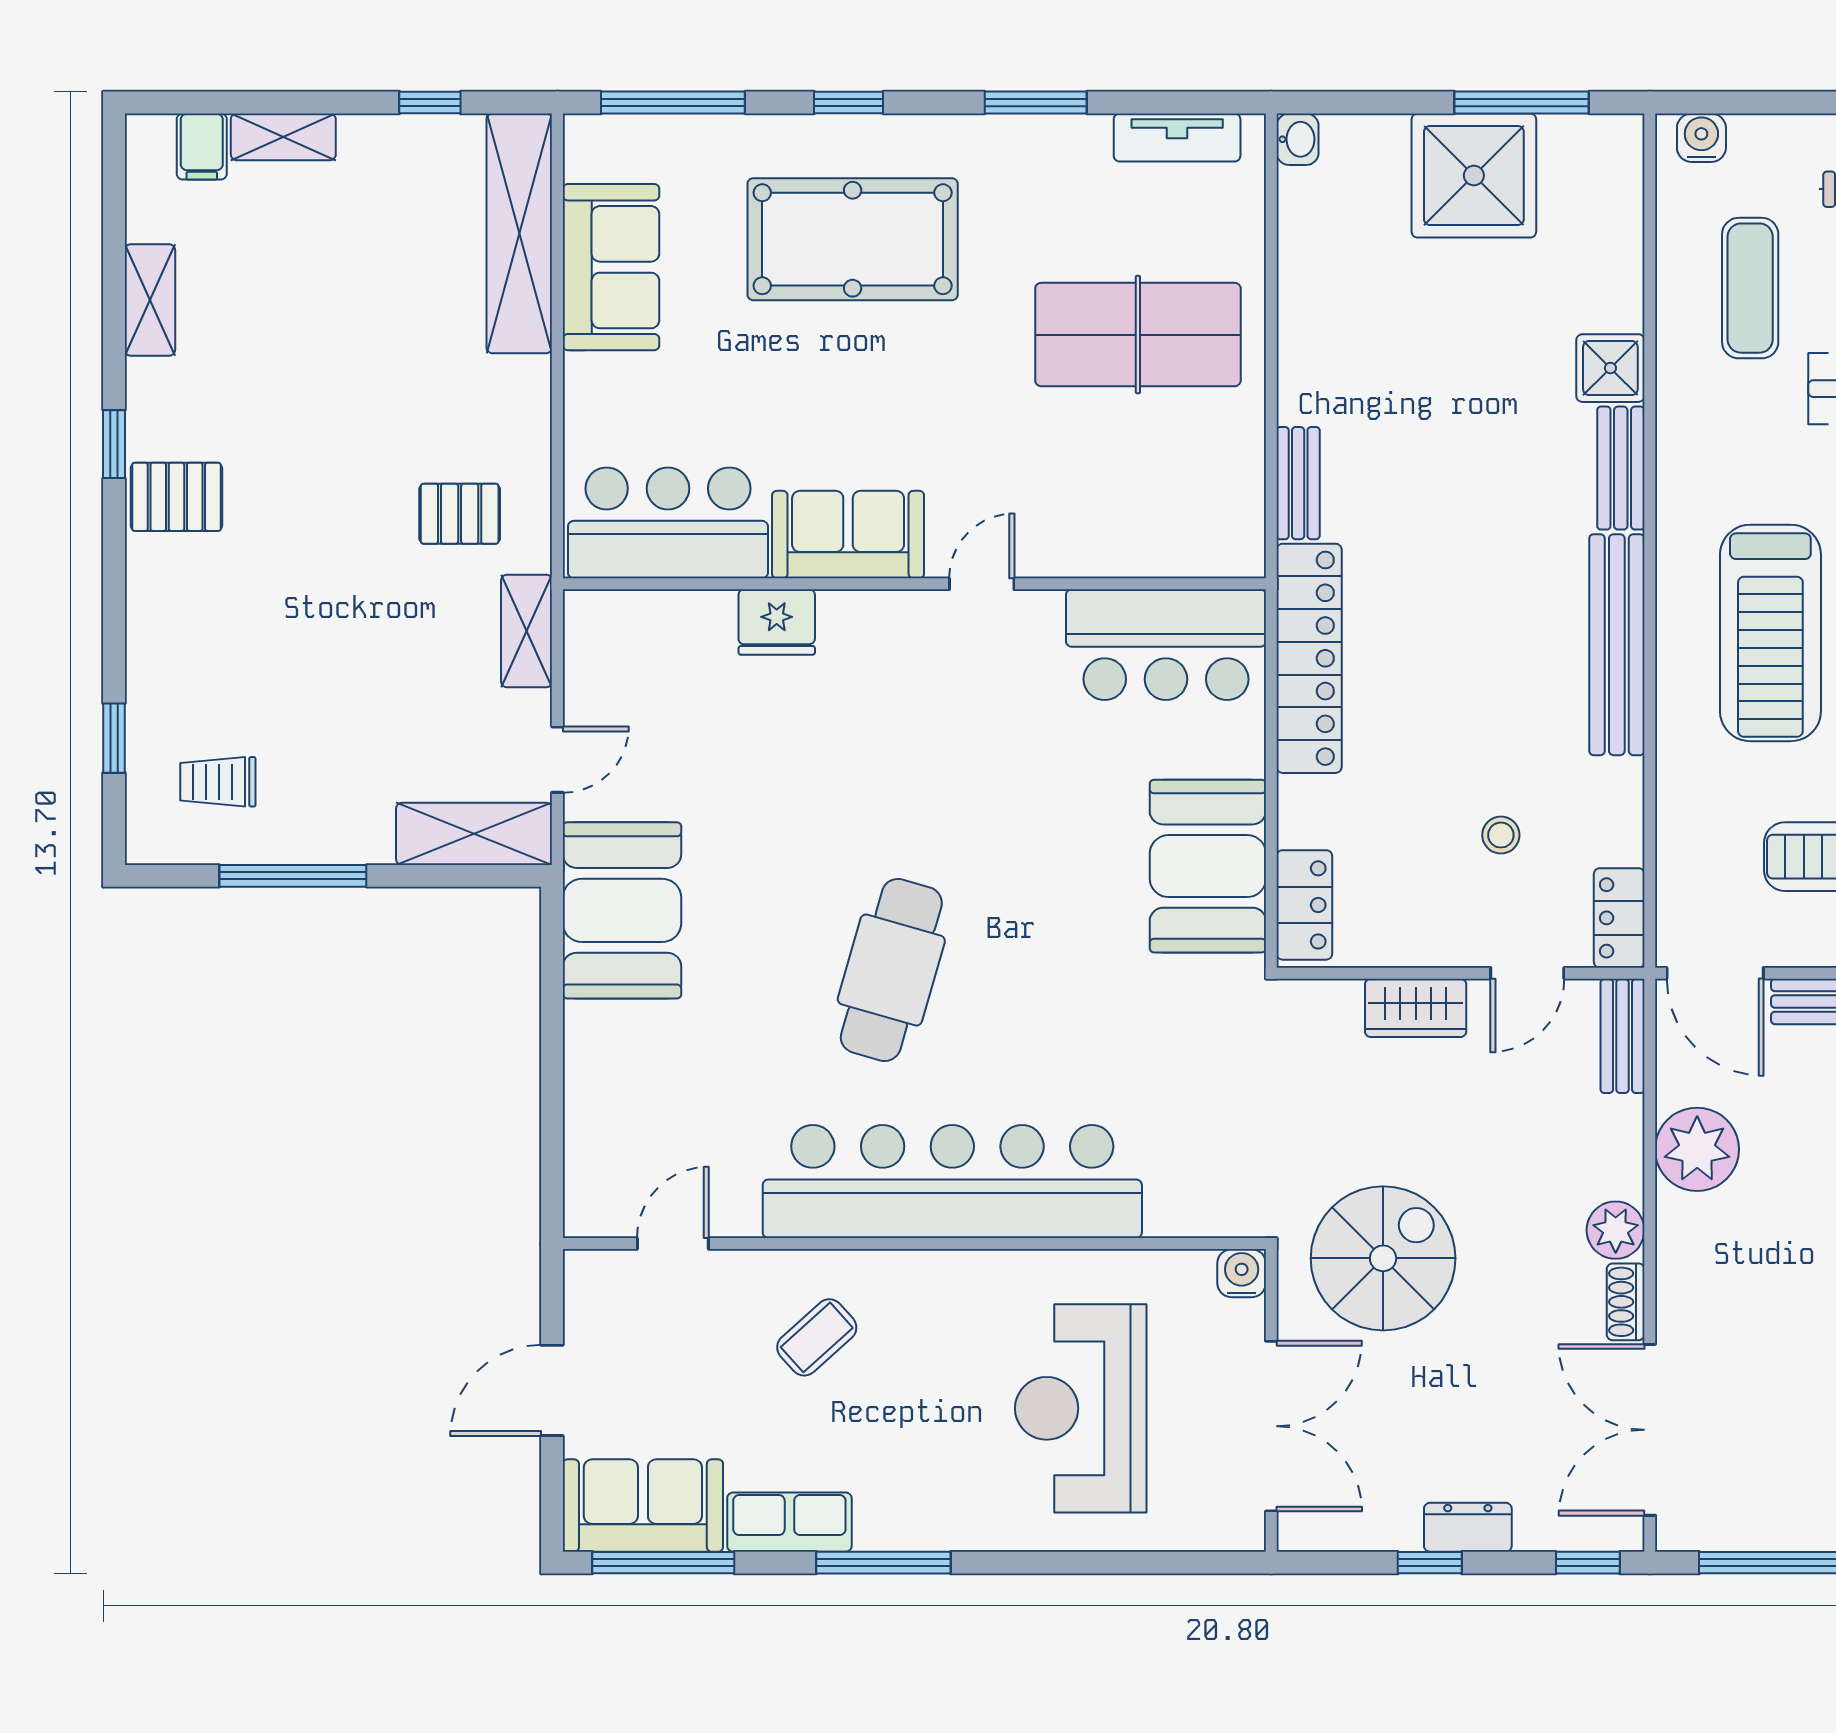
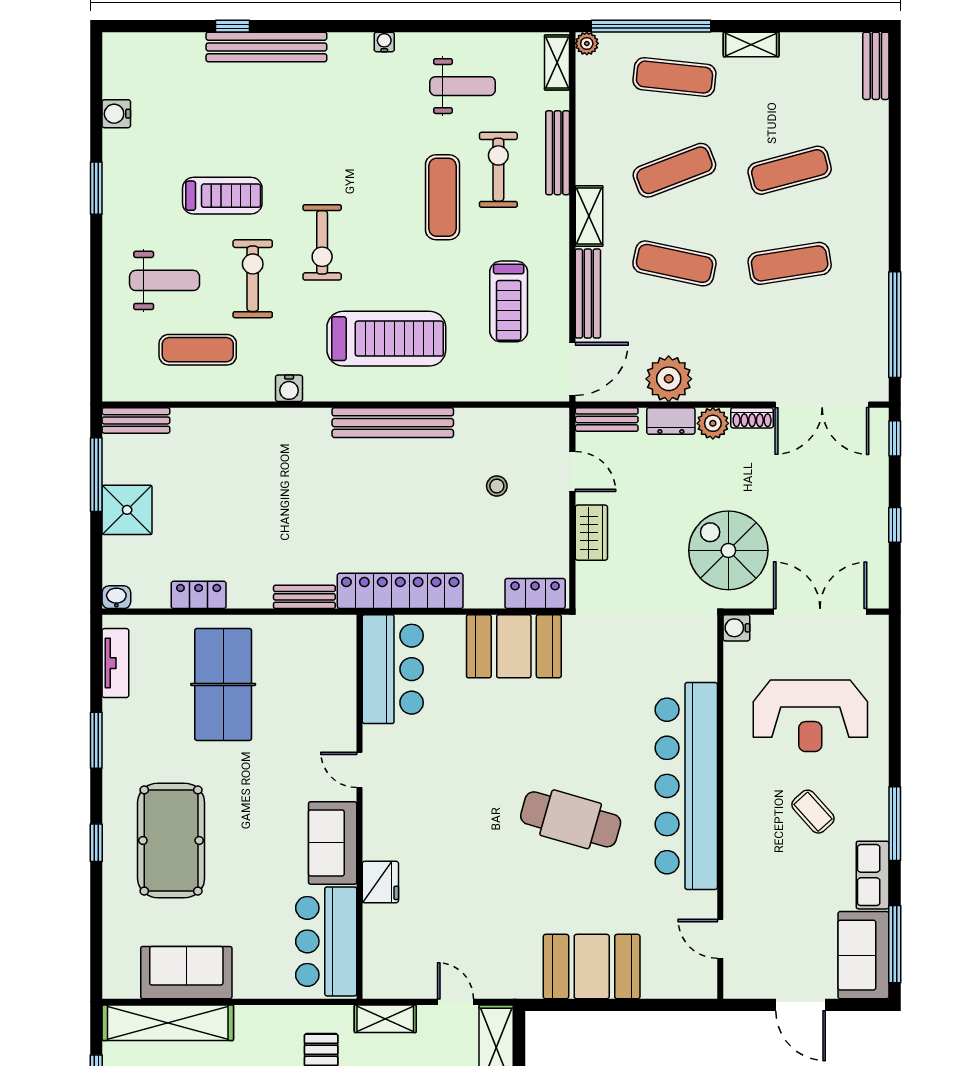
window: (673, 103) -> (96, 939), removed
water cooler: (1701, 138) -> (289, 388), moved, turned -90
shower: (1474, 176) -> (127, 510), width x0.73, depth x0.73
shower: (1610, 368) -> (241, 426), removed
bench: (1621, 468) -> (136, 420), moved
booth: (622, 910) -> (592, 967), moved
locker: (1619, 918) -> (199, 595), moved, turned 180
coffee table: (817, 1337) -> (813, 812), moved
dresser: (1468, 1527) -> (671, 421), moved, turned -90

